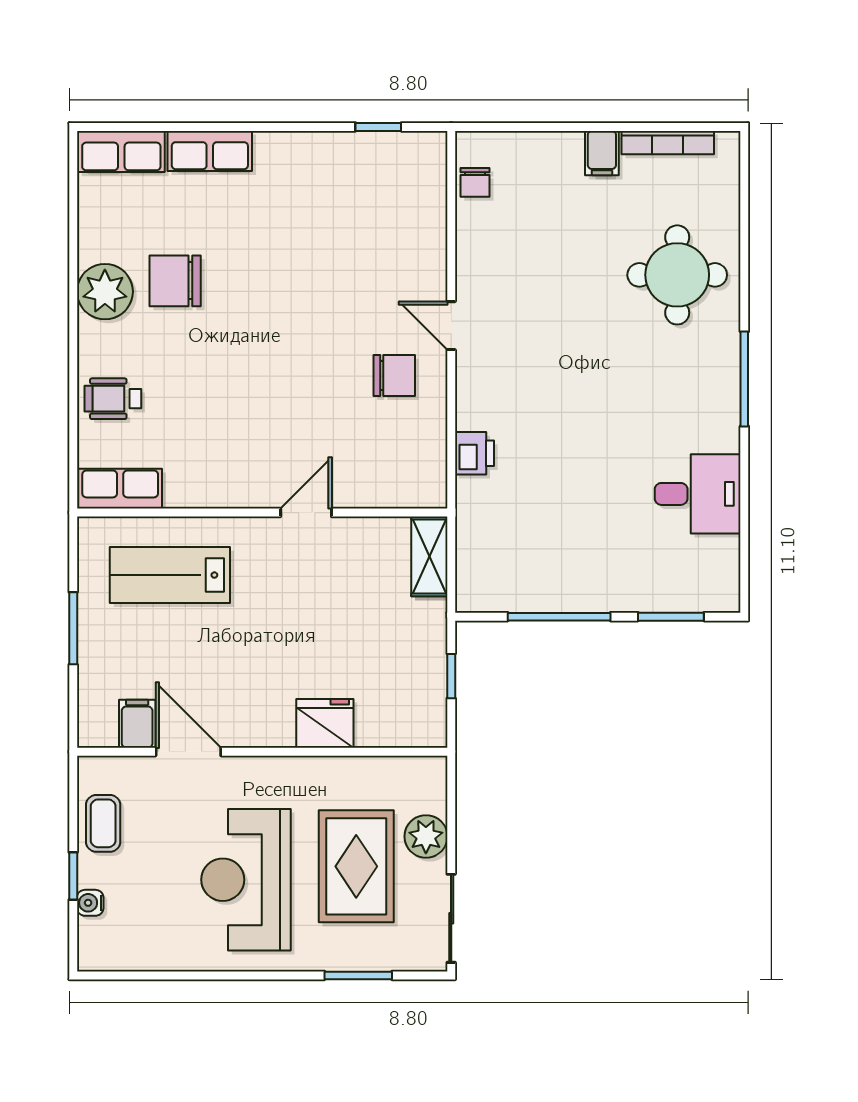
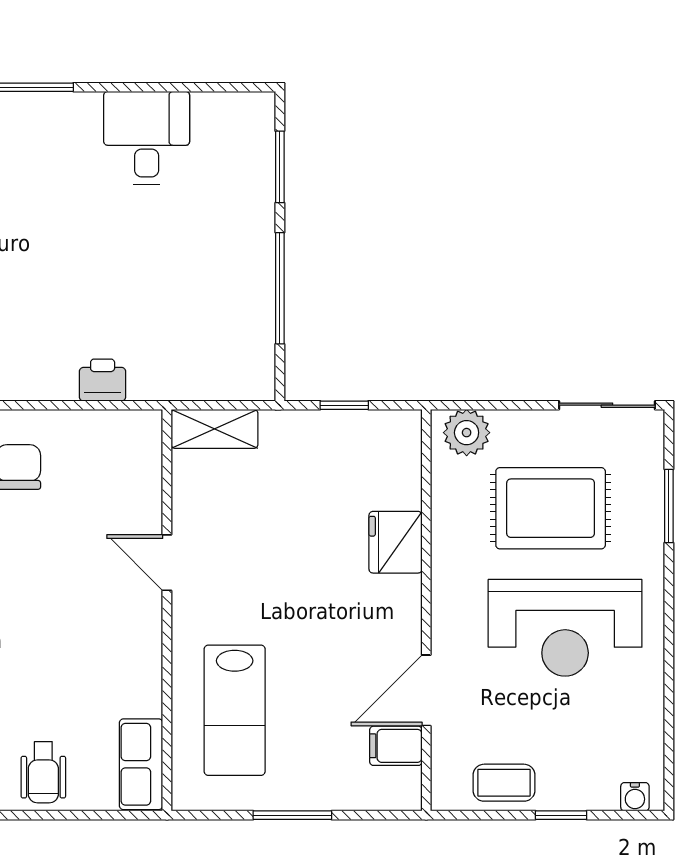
plant: (426, 836) -> (467, 433), moved
water cooler: (90, 903) -> (635, 797), moved

